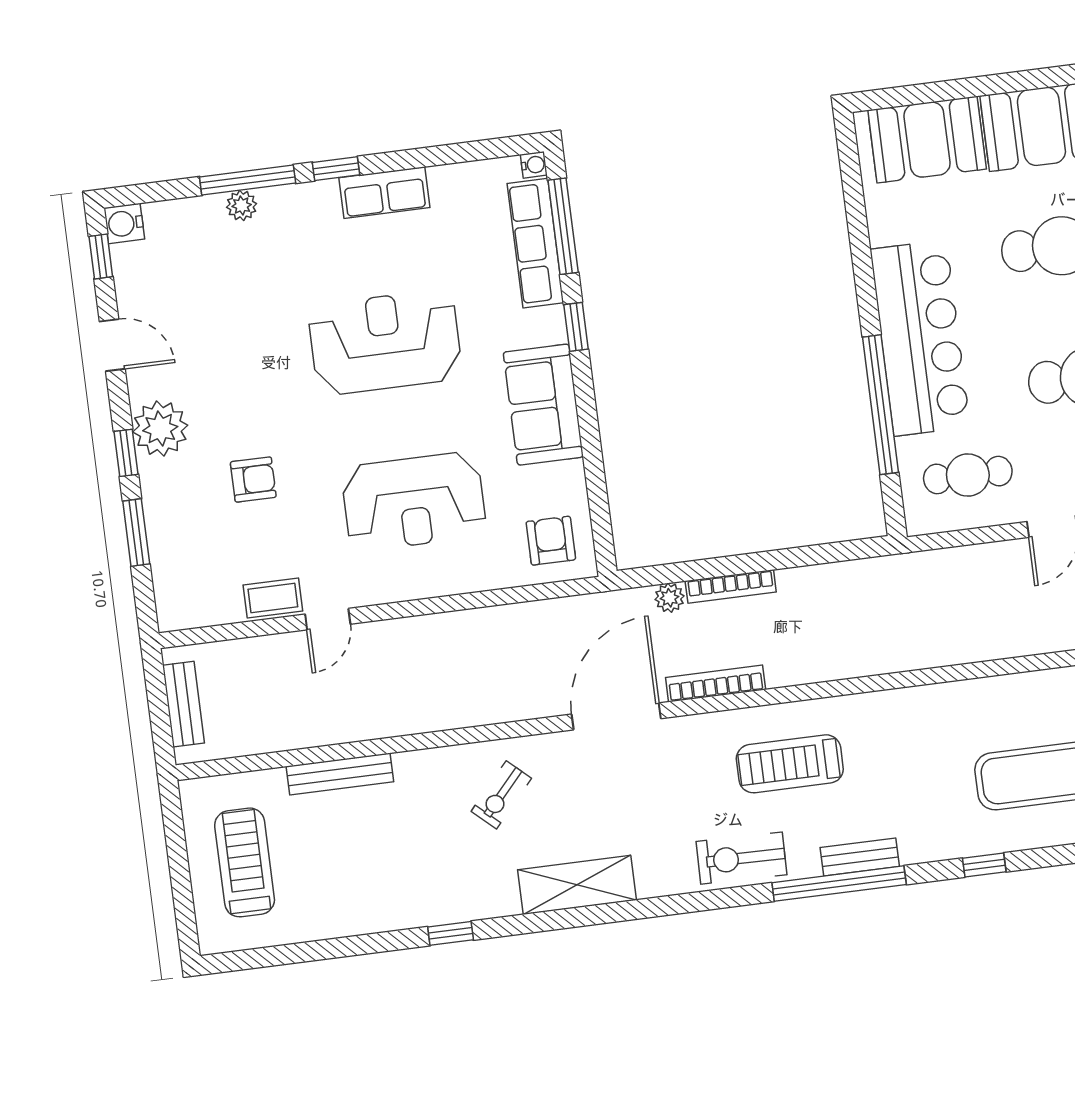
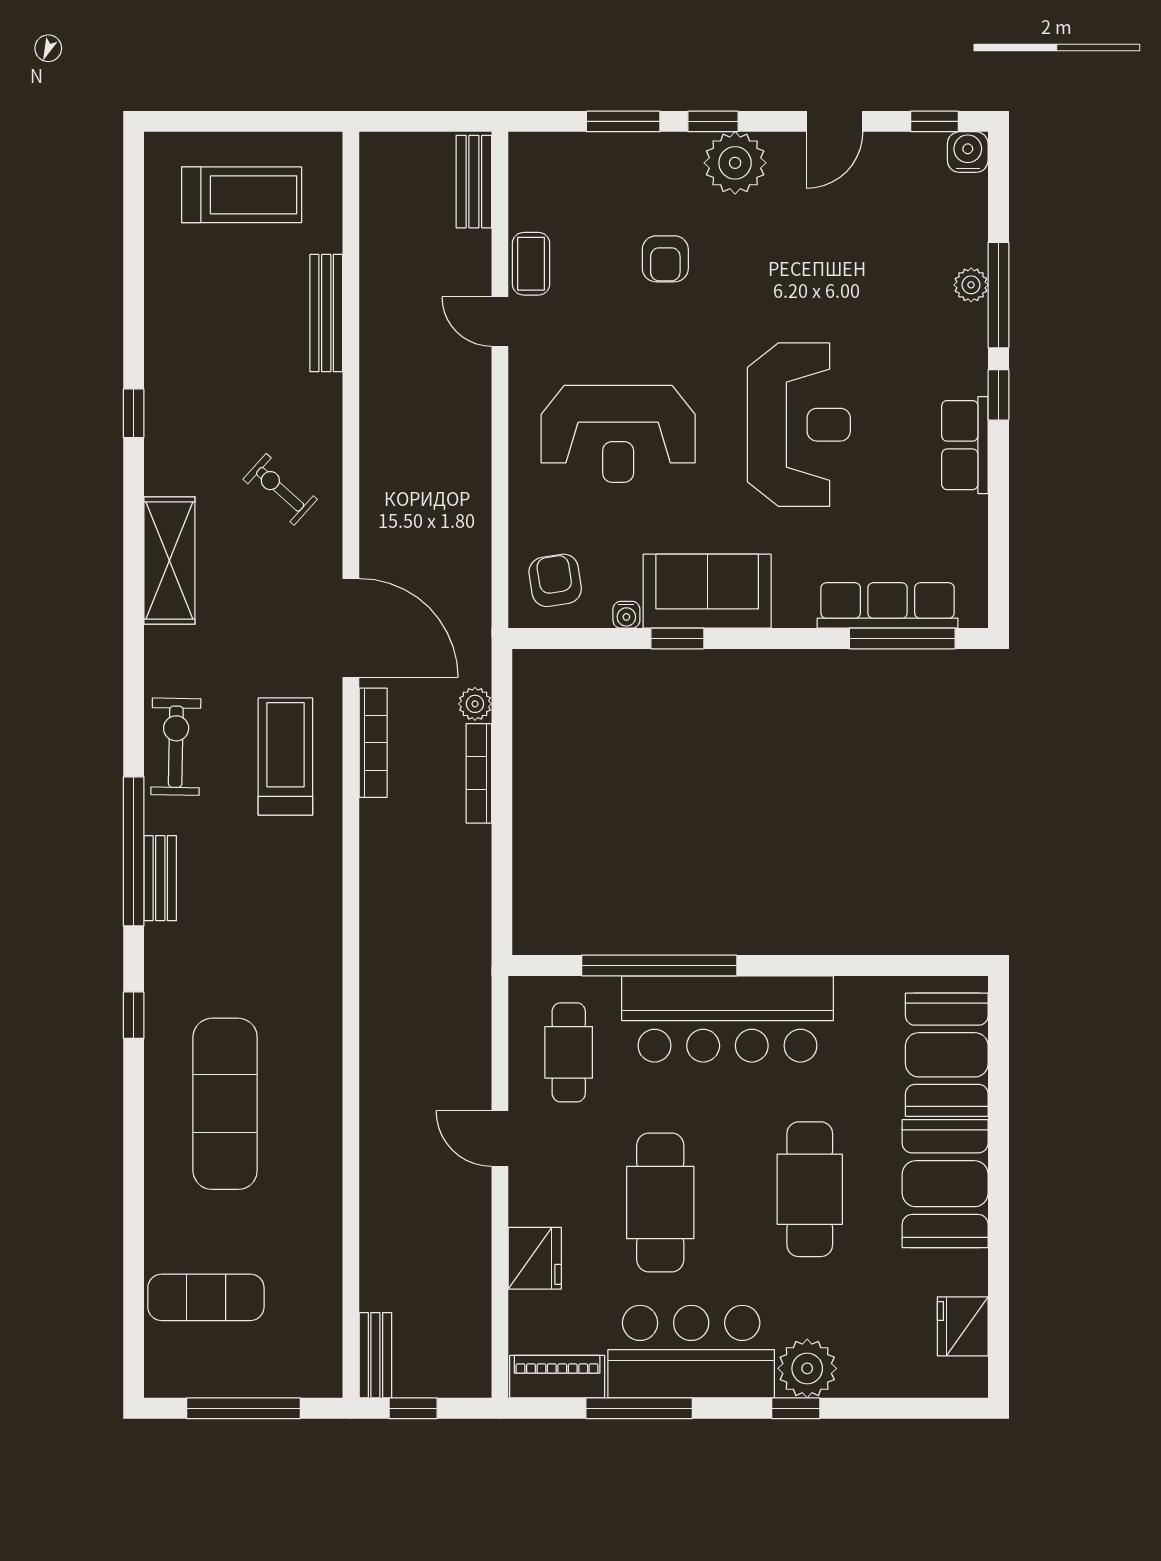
water cooler: (534, 165) -> (626, 615), moved
window: (576, 327) -> (677, 639), moved
reception desk: (414, 501) -> (618, 434), turned -90
armchair: (551, 541) -> (555, 580), turned -99
bench: (183, 704) -> (474, 182), moved, turned 90
treadmill: (790, 764) -> (285, 757), moved

